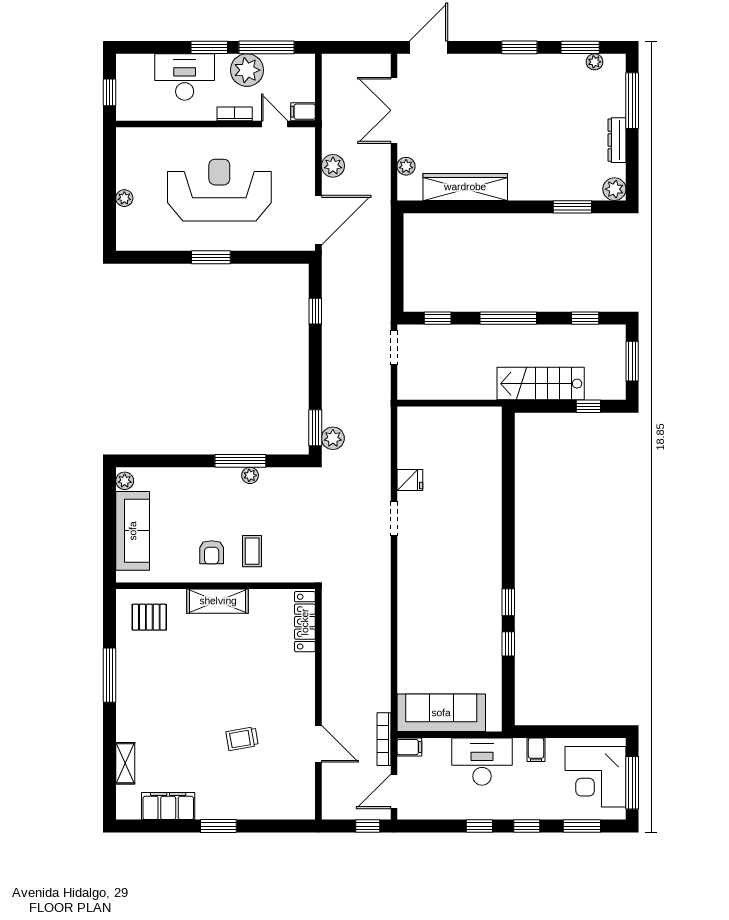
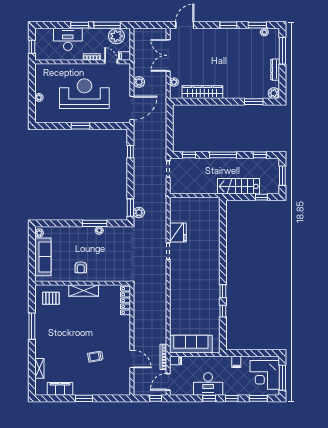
plant: (247, 70) -> (116, 36), moved
fridge: (410, 480) -> (178, 233), width x1.88, depth x1.34
coffee table: (252, 551) -> (100, 267), removed
desk: (482, 762) -> (208, 384), moved, turned 180

